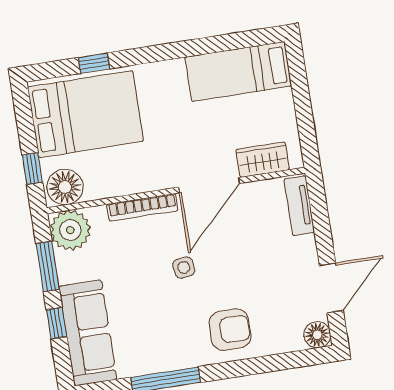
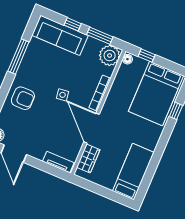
floor lamp: (65, 187) -> (127, 59), width x0.53, depth x0.53
armchair: (230, 330) -> (23, 98), turned -90

